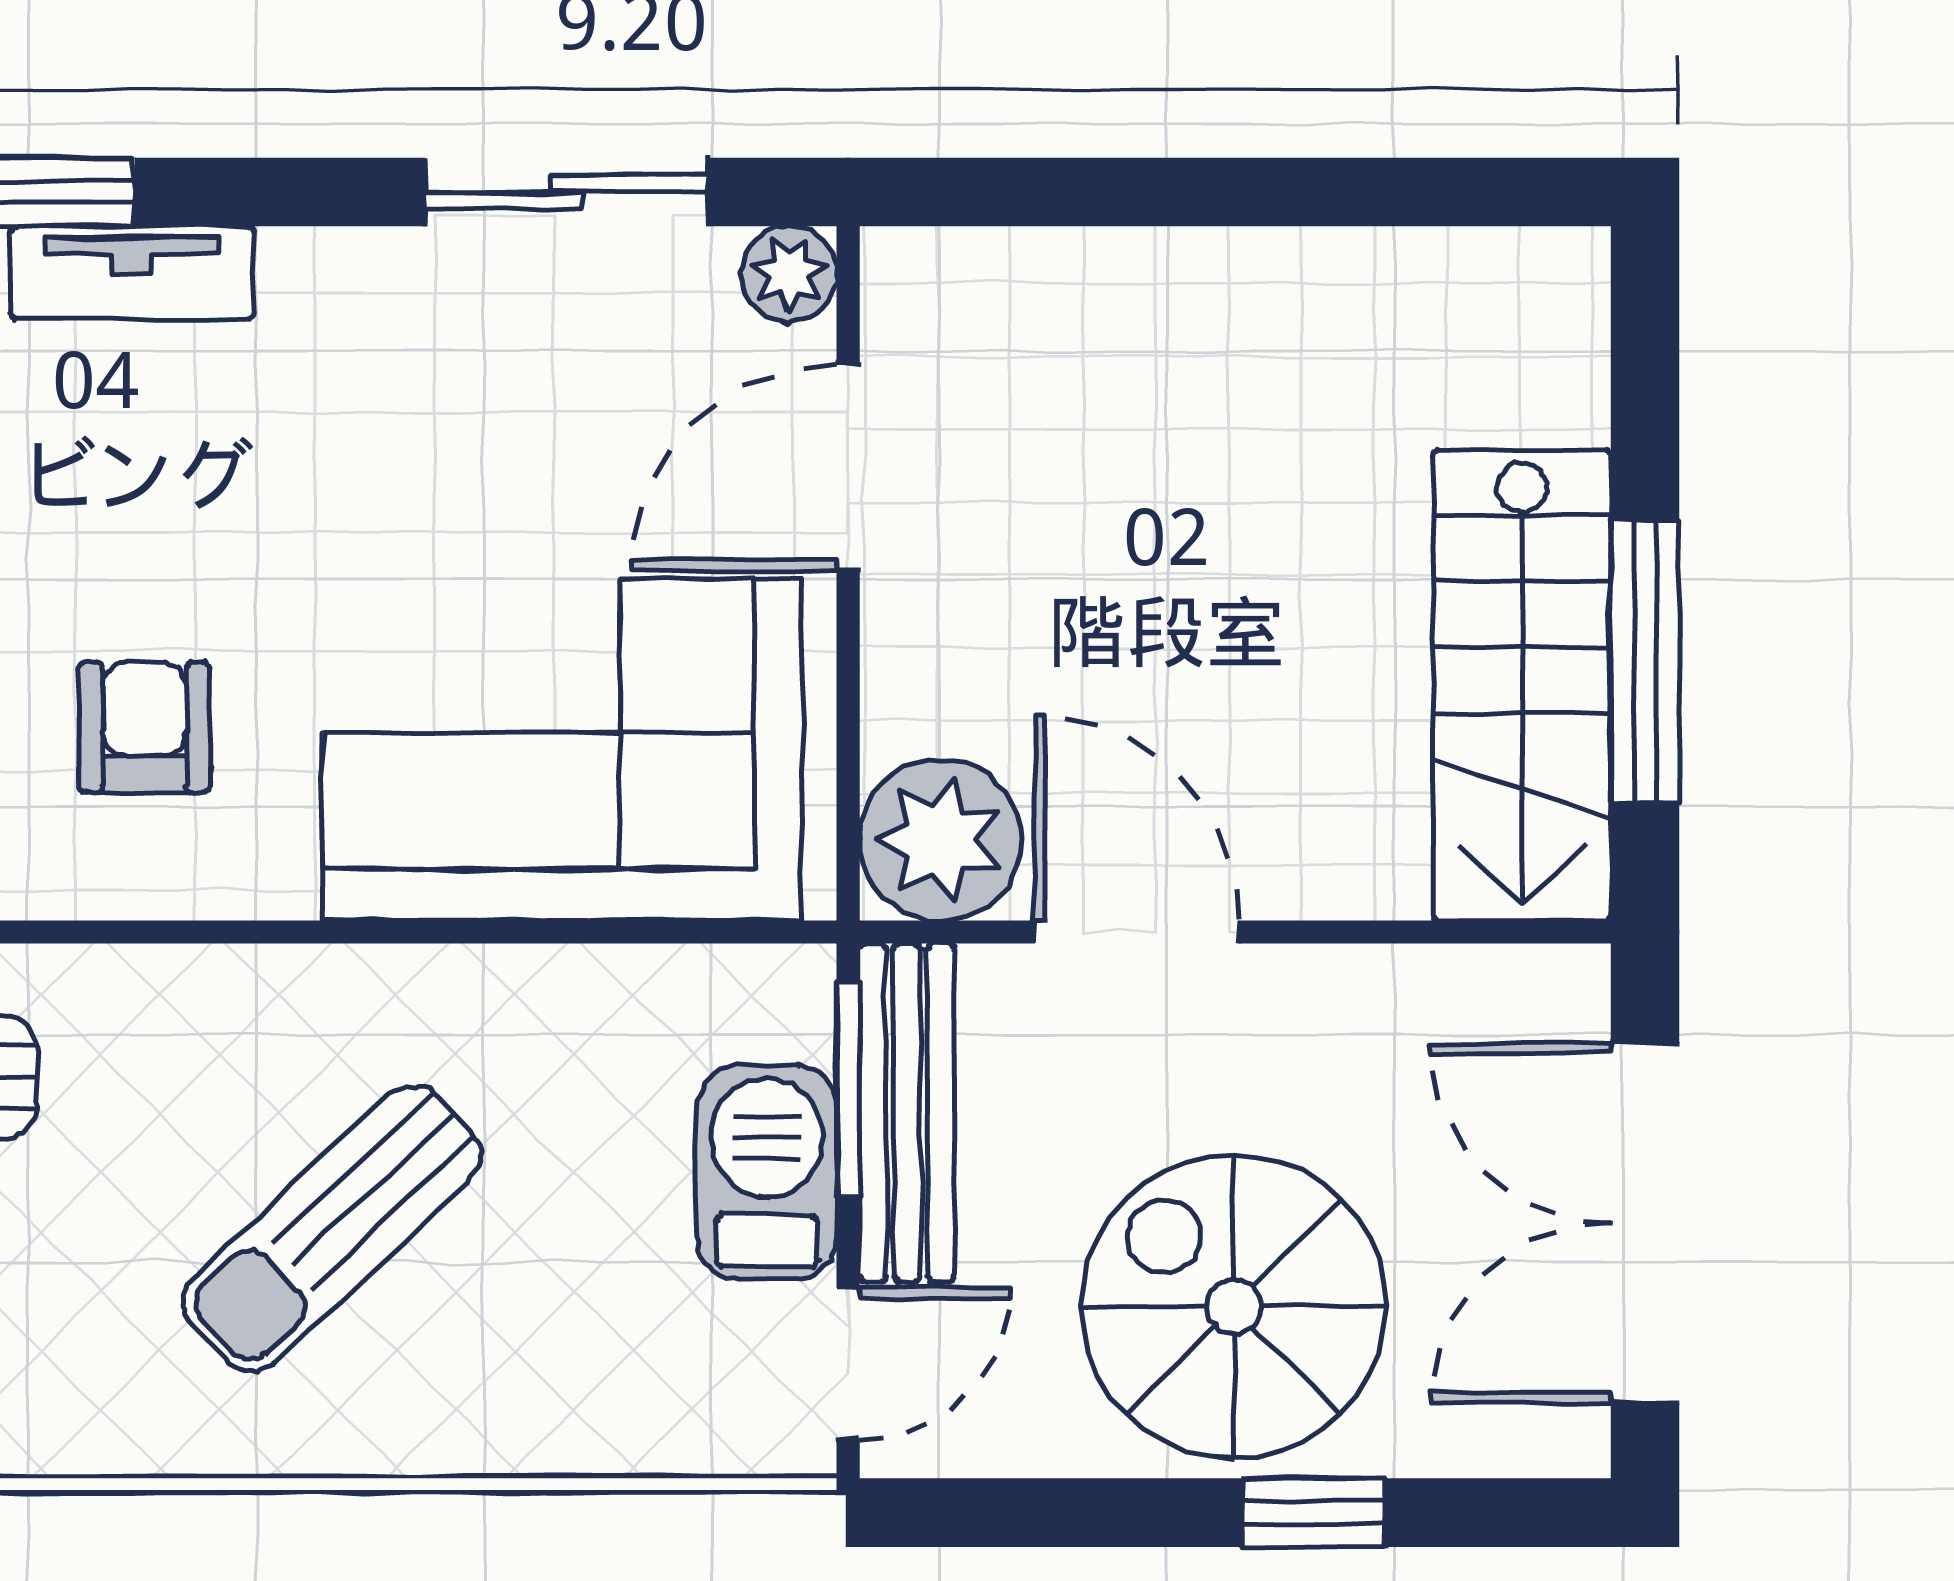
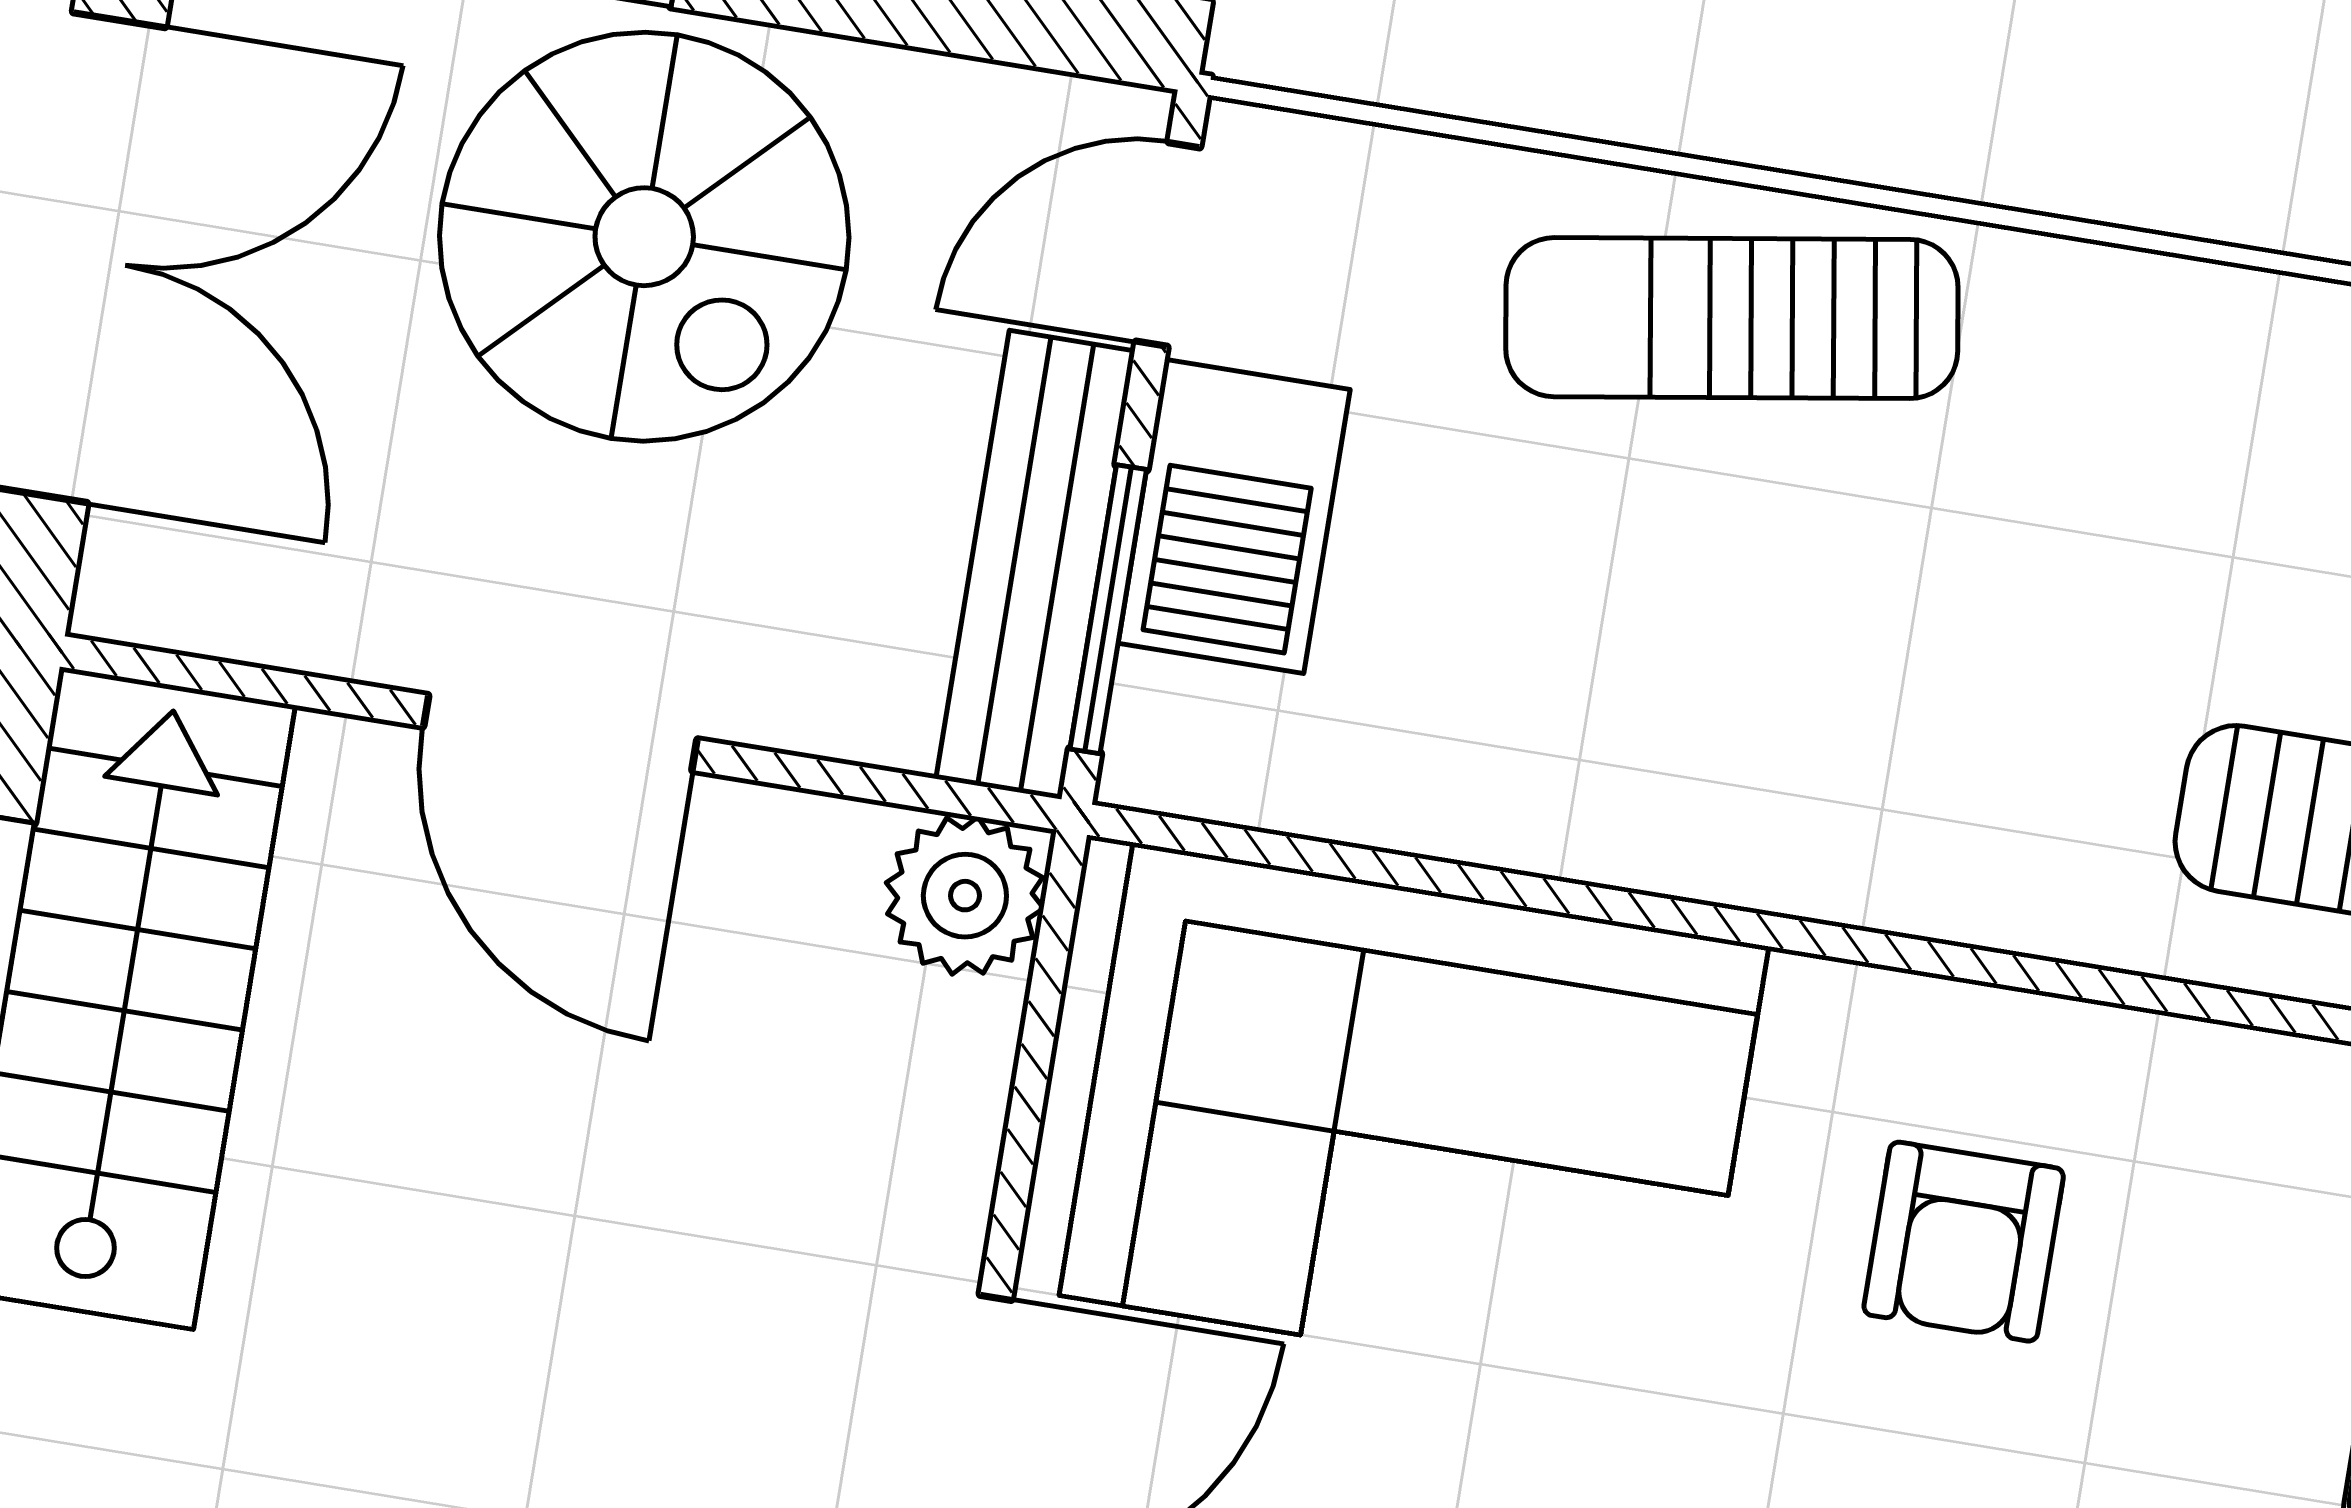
plant: (940, 840) -> (965, 896), width x0.73, depth x0.73
door: (1137, 932) -> (560, 733), moved
sun lounger: (332, 1228) -> (1732, 318), moved, turned -146

